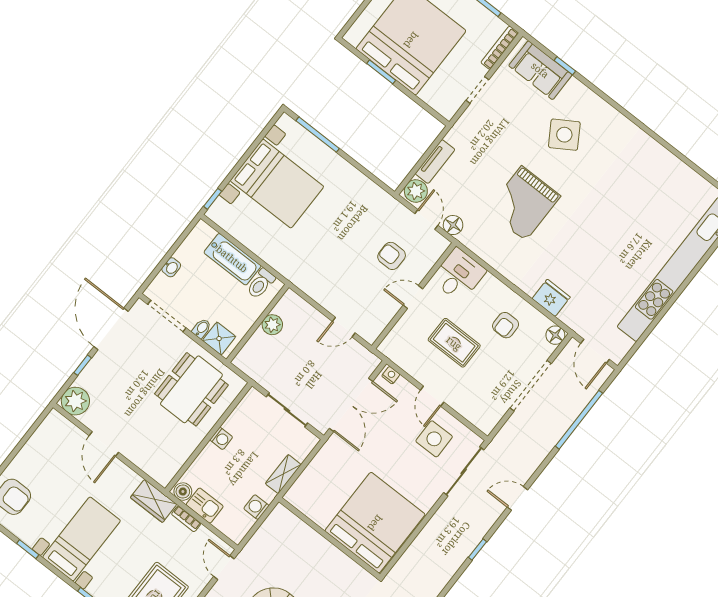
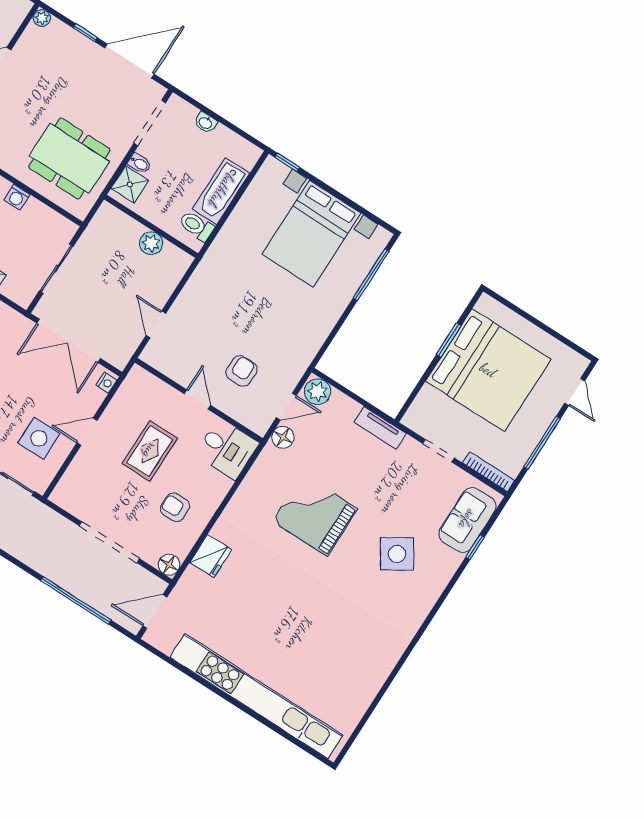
tv unit: (435, 162) -> (380, 428), moved
plant: (75, 401) -> (42, 18), width x0.53, depth x0.53

